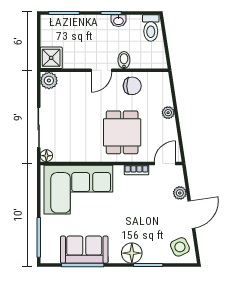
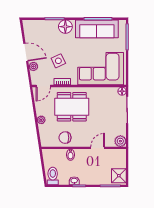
shower: (51, 58) -> (119, 176), moved
door: (101, 70) -> (98, 148), moved
dining table: (122, 132) -> (72, 107), width x1.37
door: (191, 214) -> (26, 52), swing flipped
side table: (180, 247) -> (58, 61), moved
sofa: (84, 250) -> (97, 29), width x1.36

